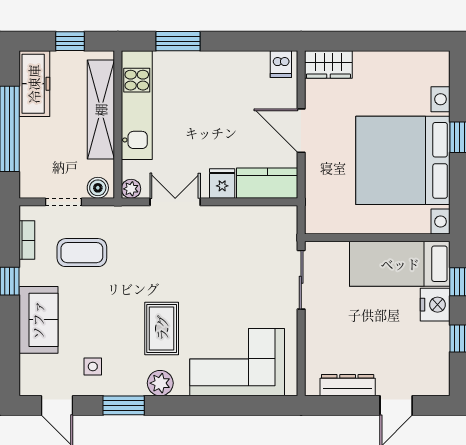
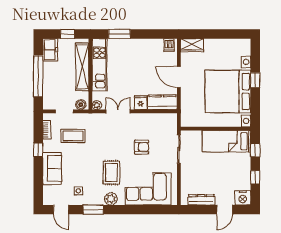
freezer: (34, 84) -> (50, 50), width x0.71
armchair: (224, 276) -> (142, 147), added
nightstand: (435, 305) -> (243, 198), moved, turned 90

